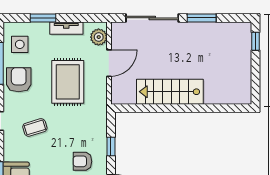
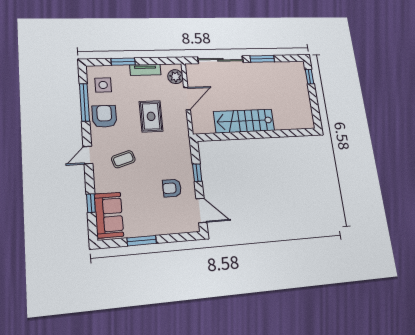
rug: (68, 82) -> (151, 116), width x0.73, depth x0.70

